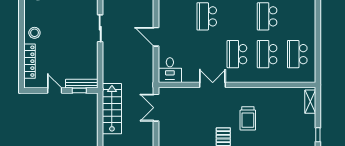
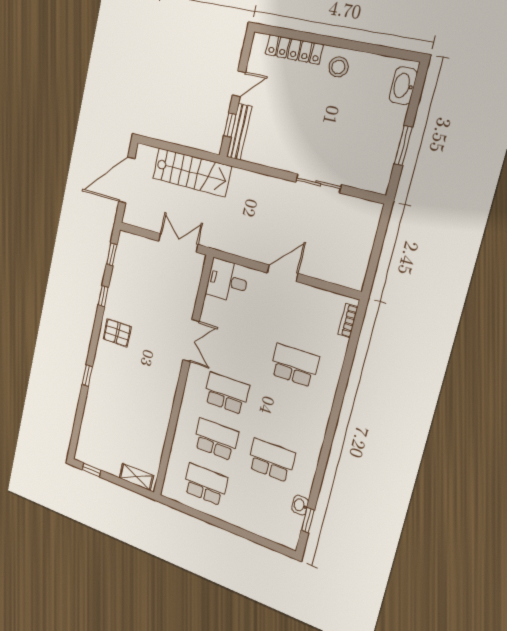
trolley: (248, 118) -> (134, 378), removed

